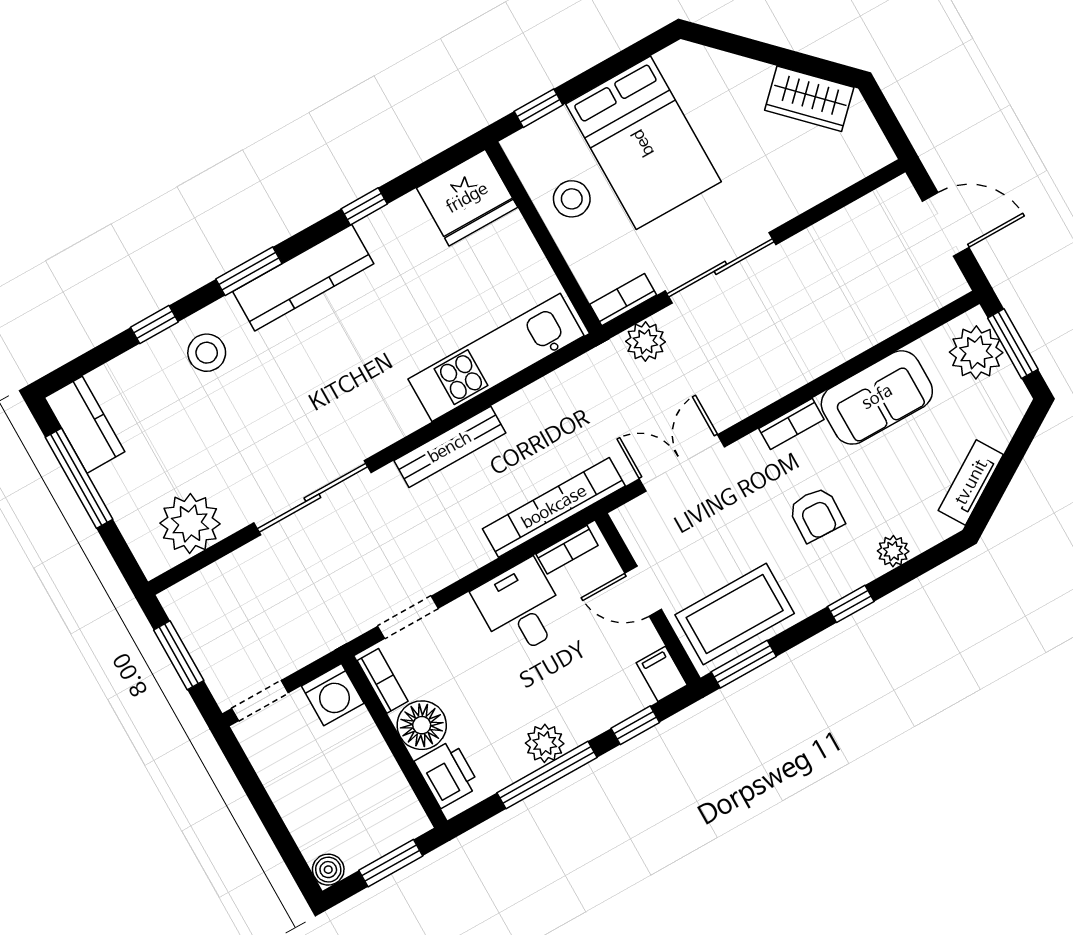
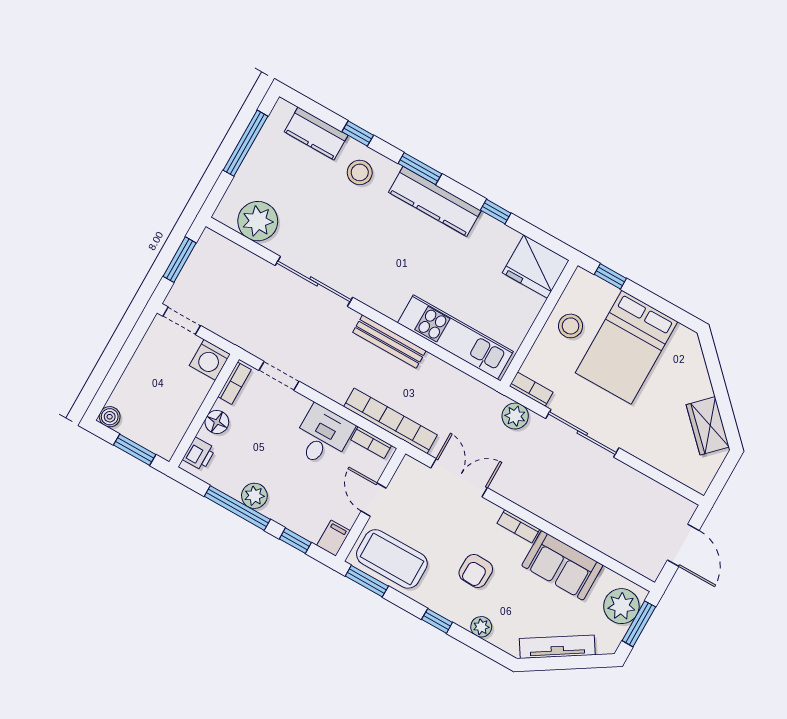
kitchen counter: (85, 425) -> (316, 133), moved, turned 90
tv unit: (971, 482) -> (557, 647), width x1.41
floor lamp: (422, 725) -> (217, 422), width x0.73, depth x0.73
printer: (447, 774) -> (199, 454), width x0.73, depth x0.81

